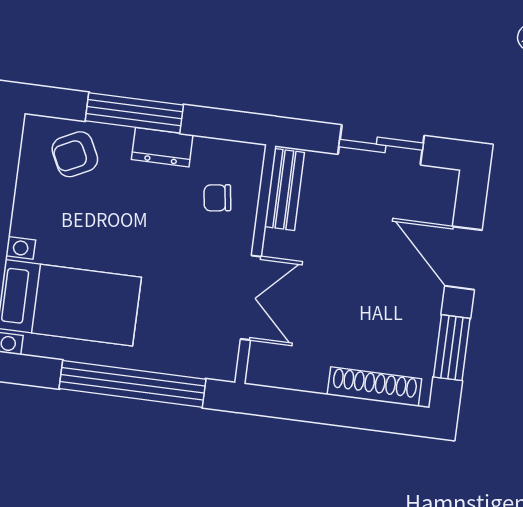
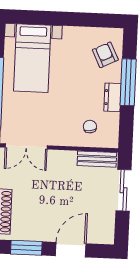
sliding door: (381, 145) -> (123, 190), moved
double door: (251, 298) -> (26, 146), moved

